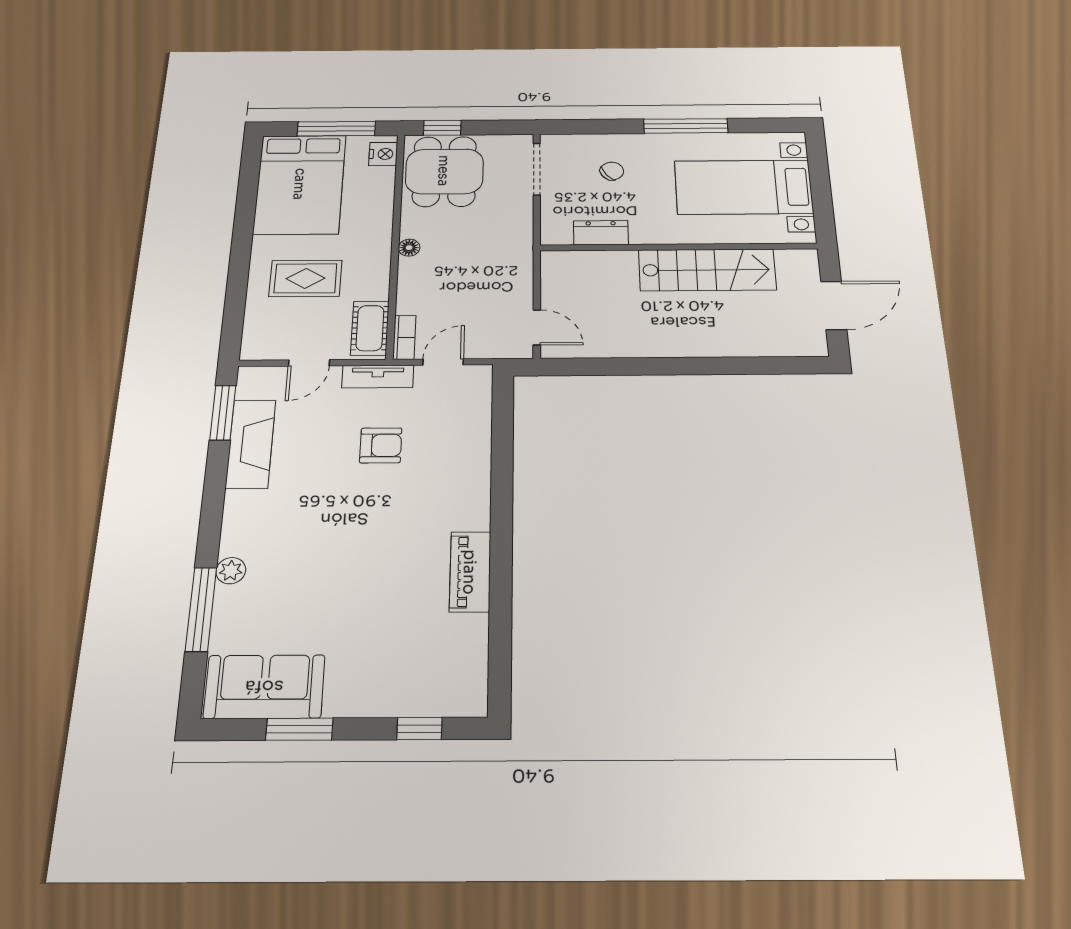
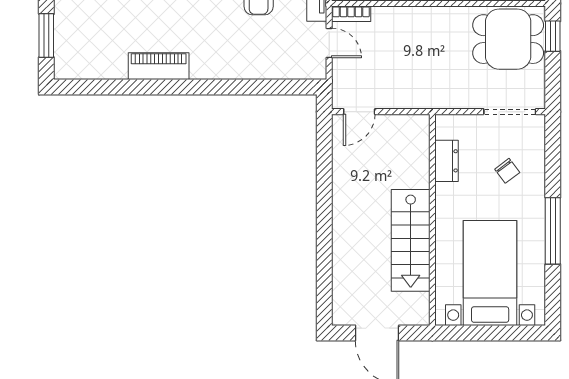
floor lamp: (409, 248) -> (434, 14), removed
window: (419, 729) -> (46, 36), width x1.50

